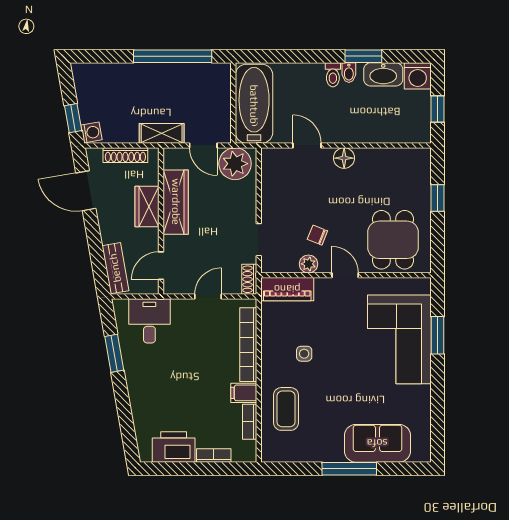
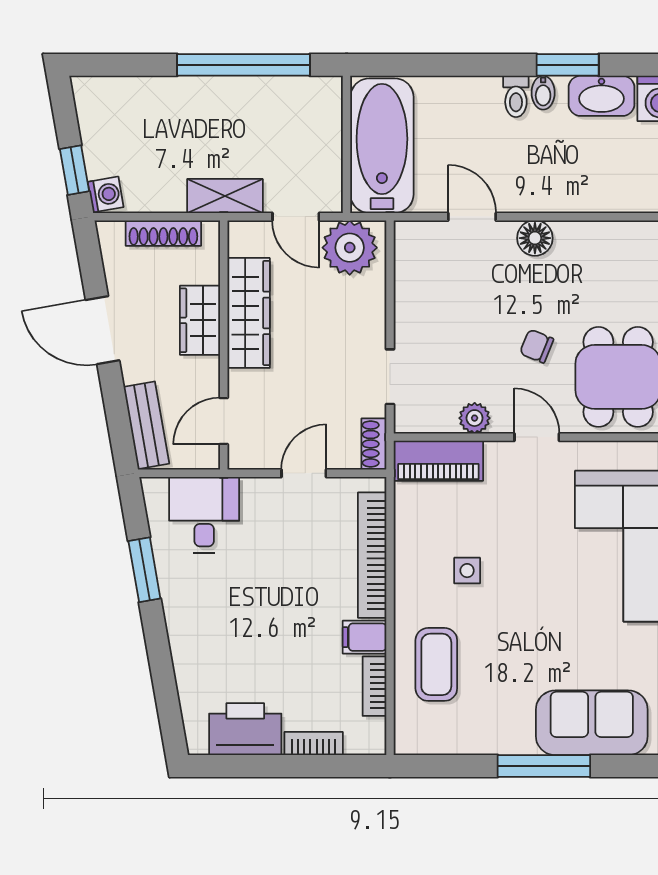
door: (86, 191) -> (103, 330), moved
chair: (317, 235) -> (537, 346), moved

